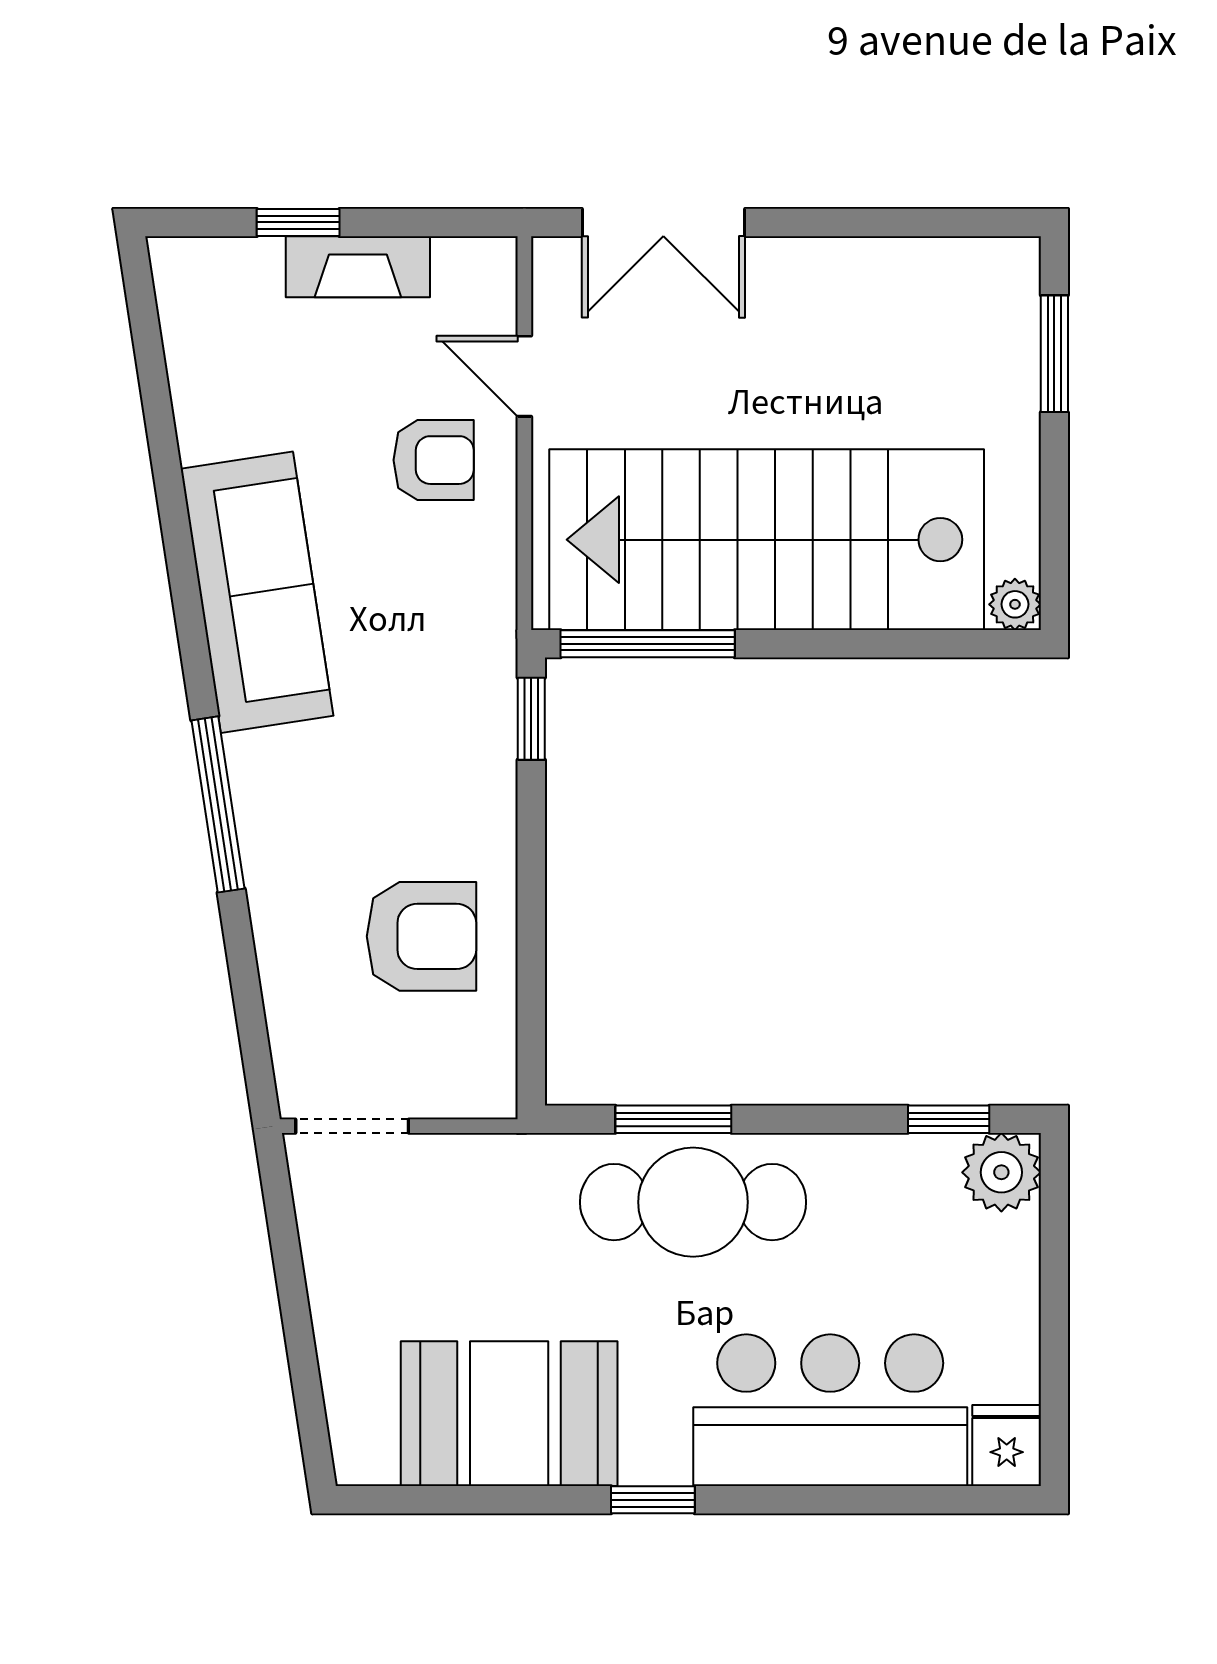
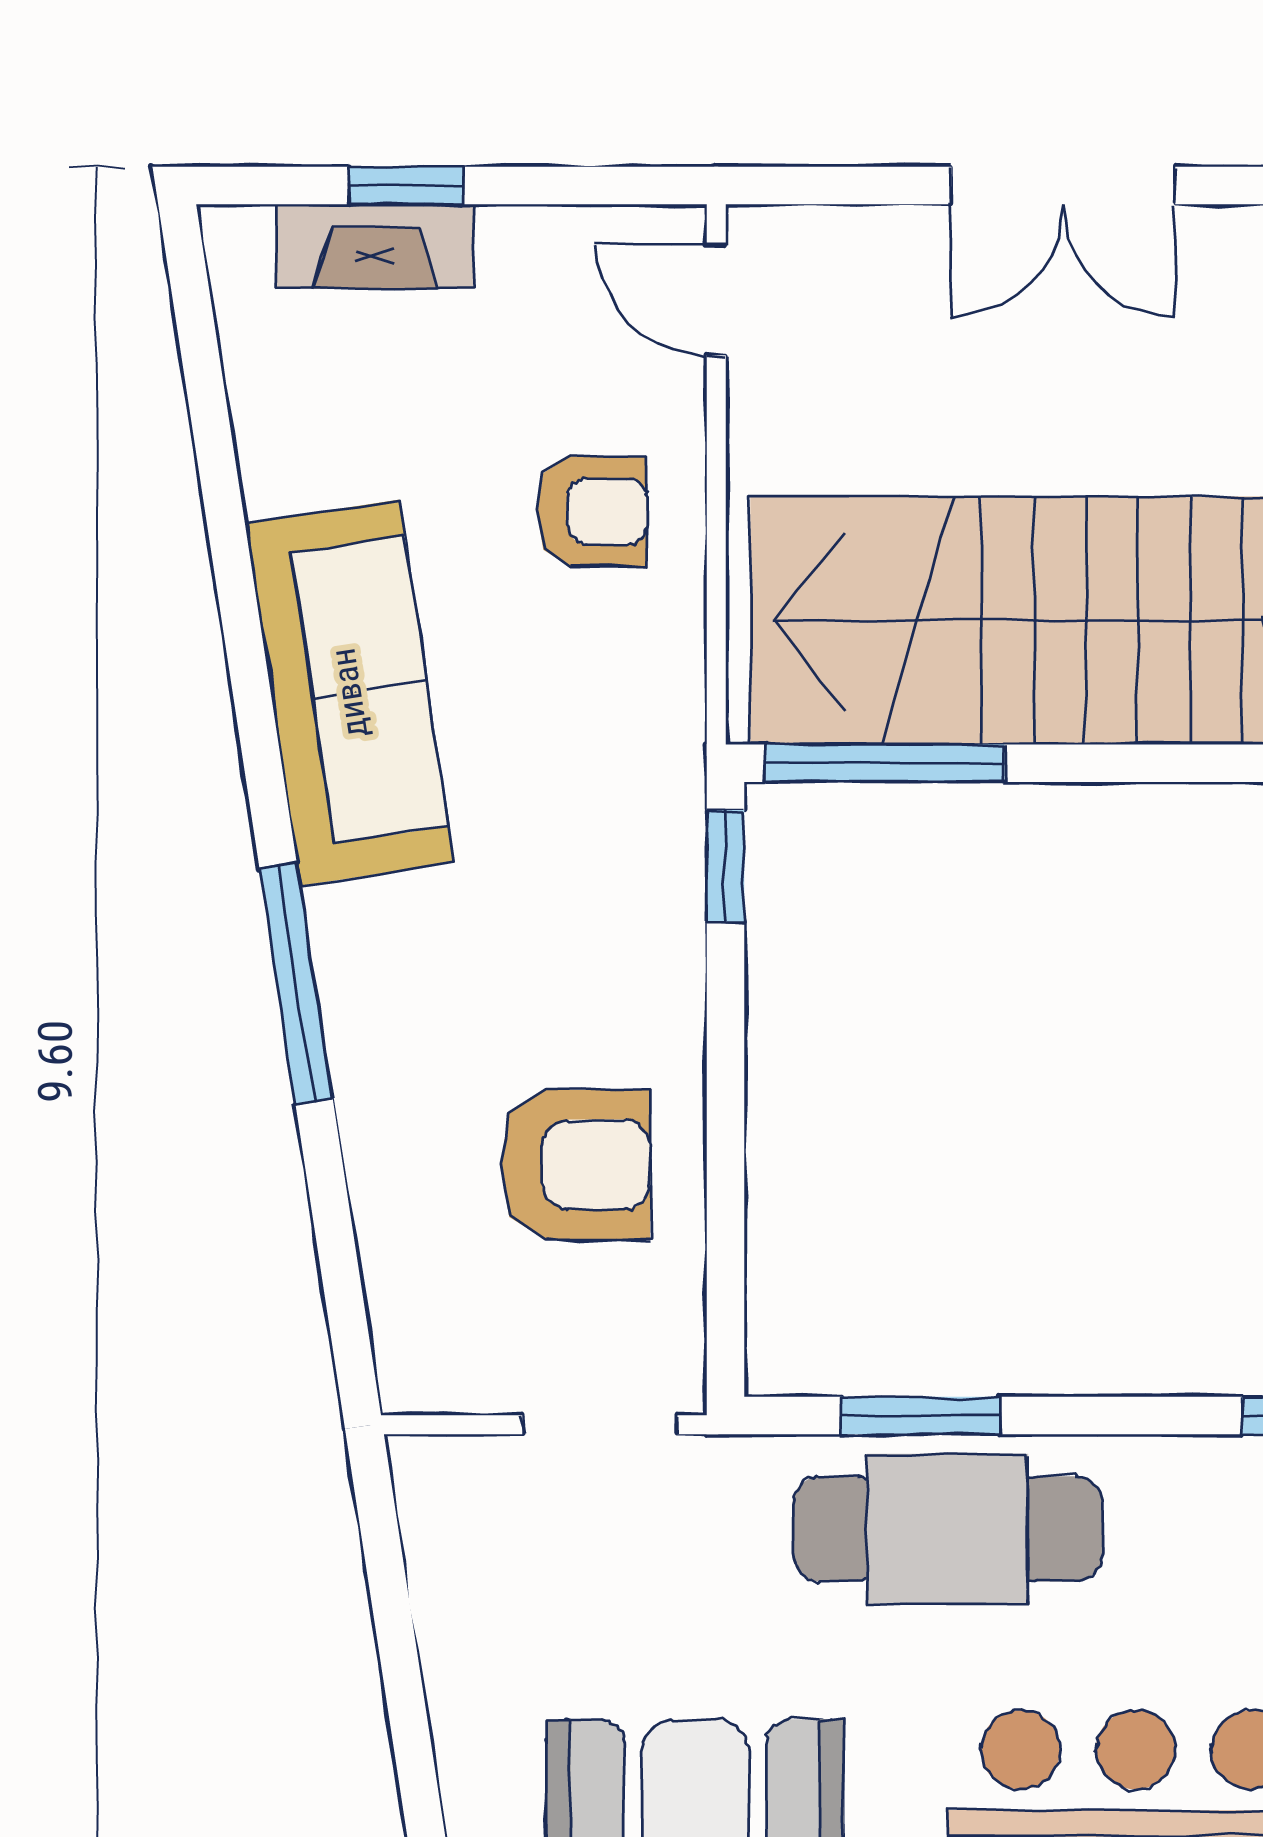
double door: (663, 222) -> (1063, 186), moved
fireplace: (358, 267) -> (375, 246), moved
door: (524, 376) -> (716, 300), moved
doorway: (352, 1126) -> (600, 1425), moved

